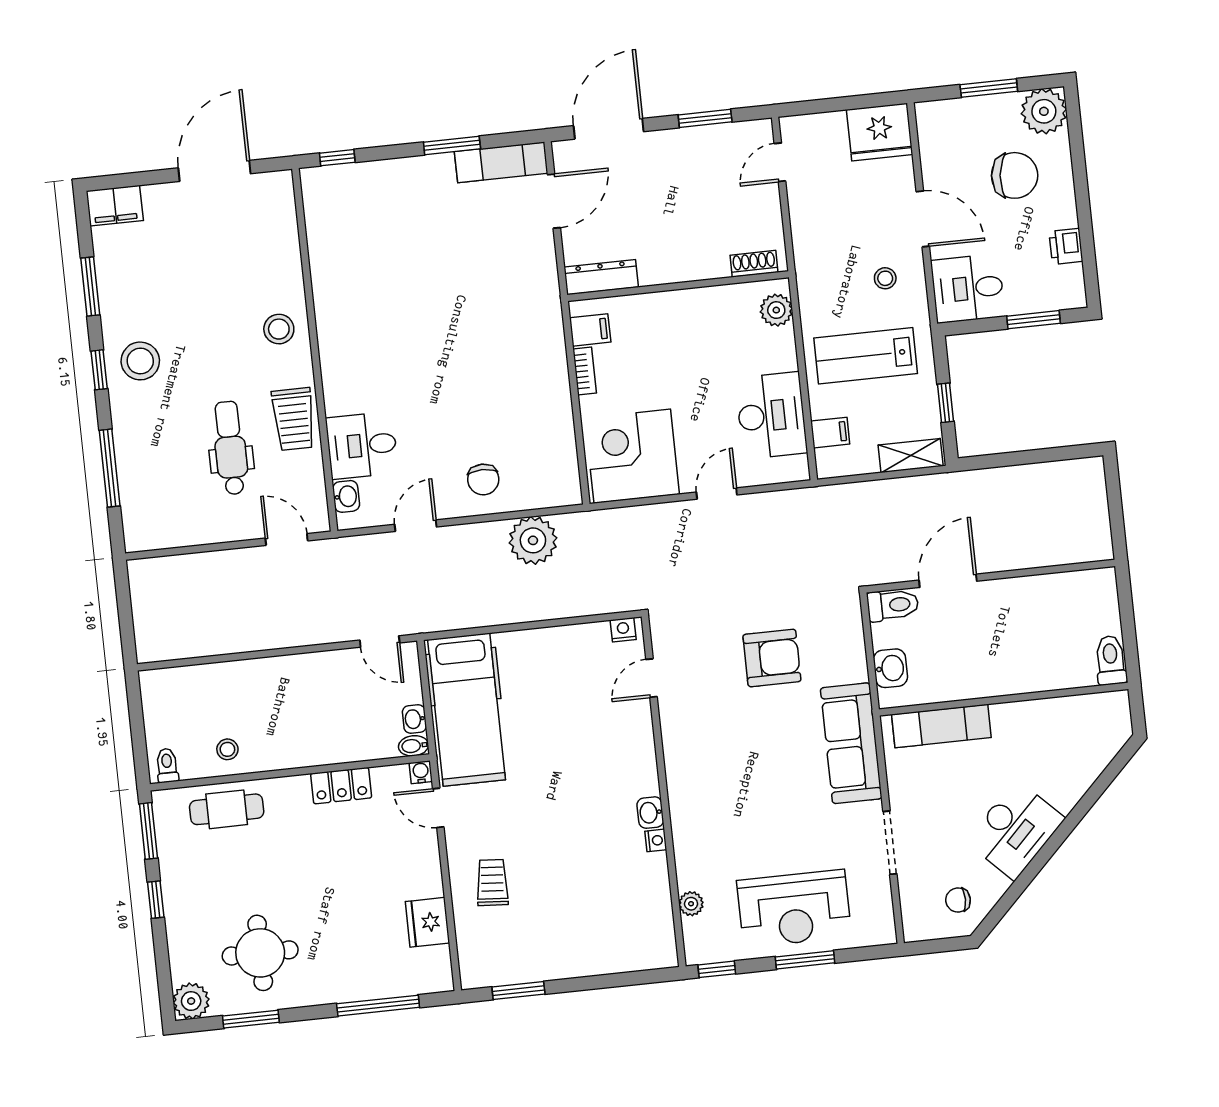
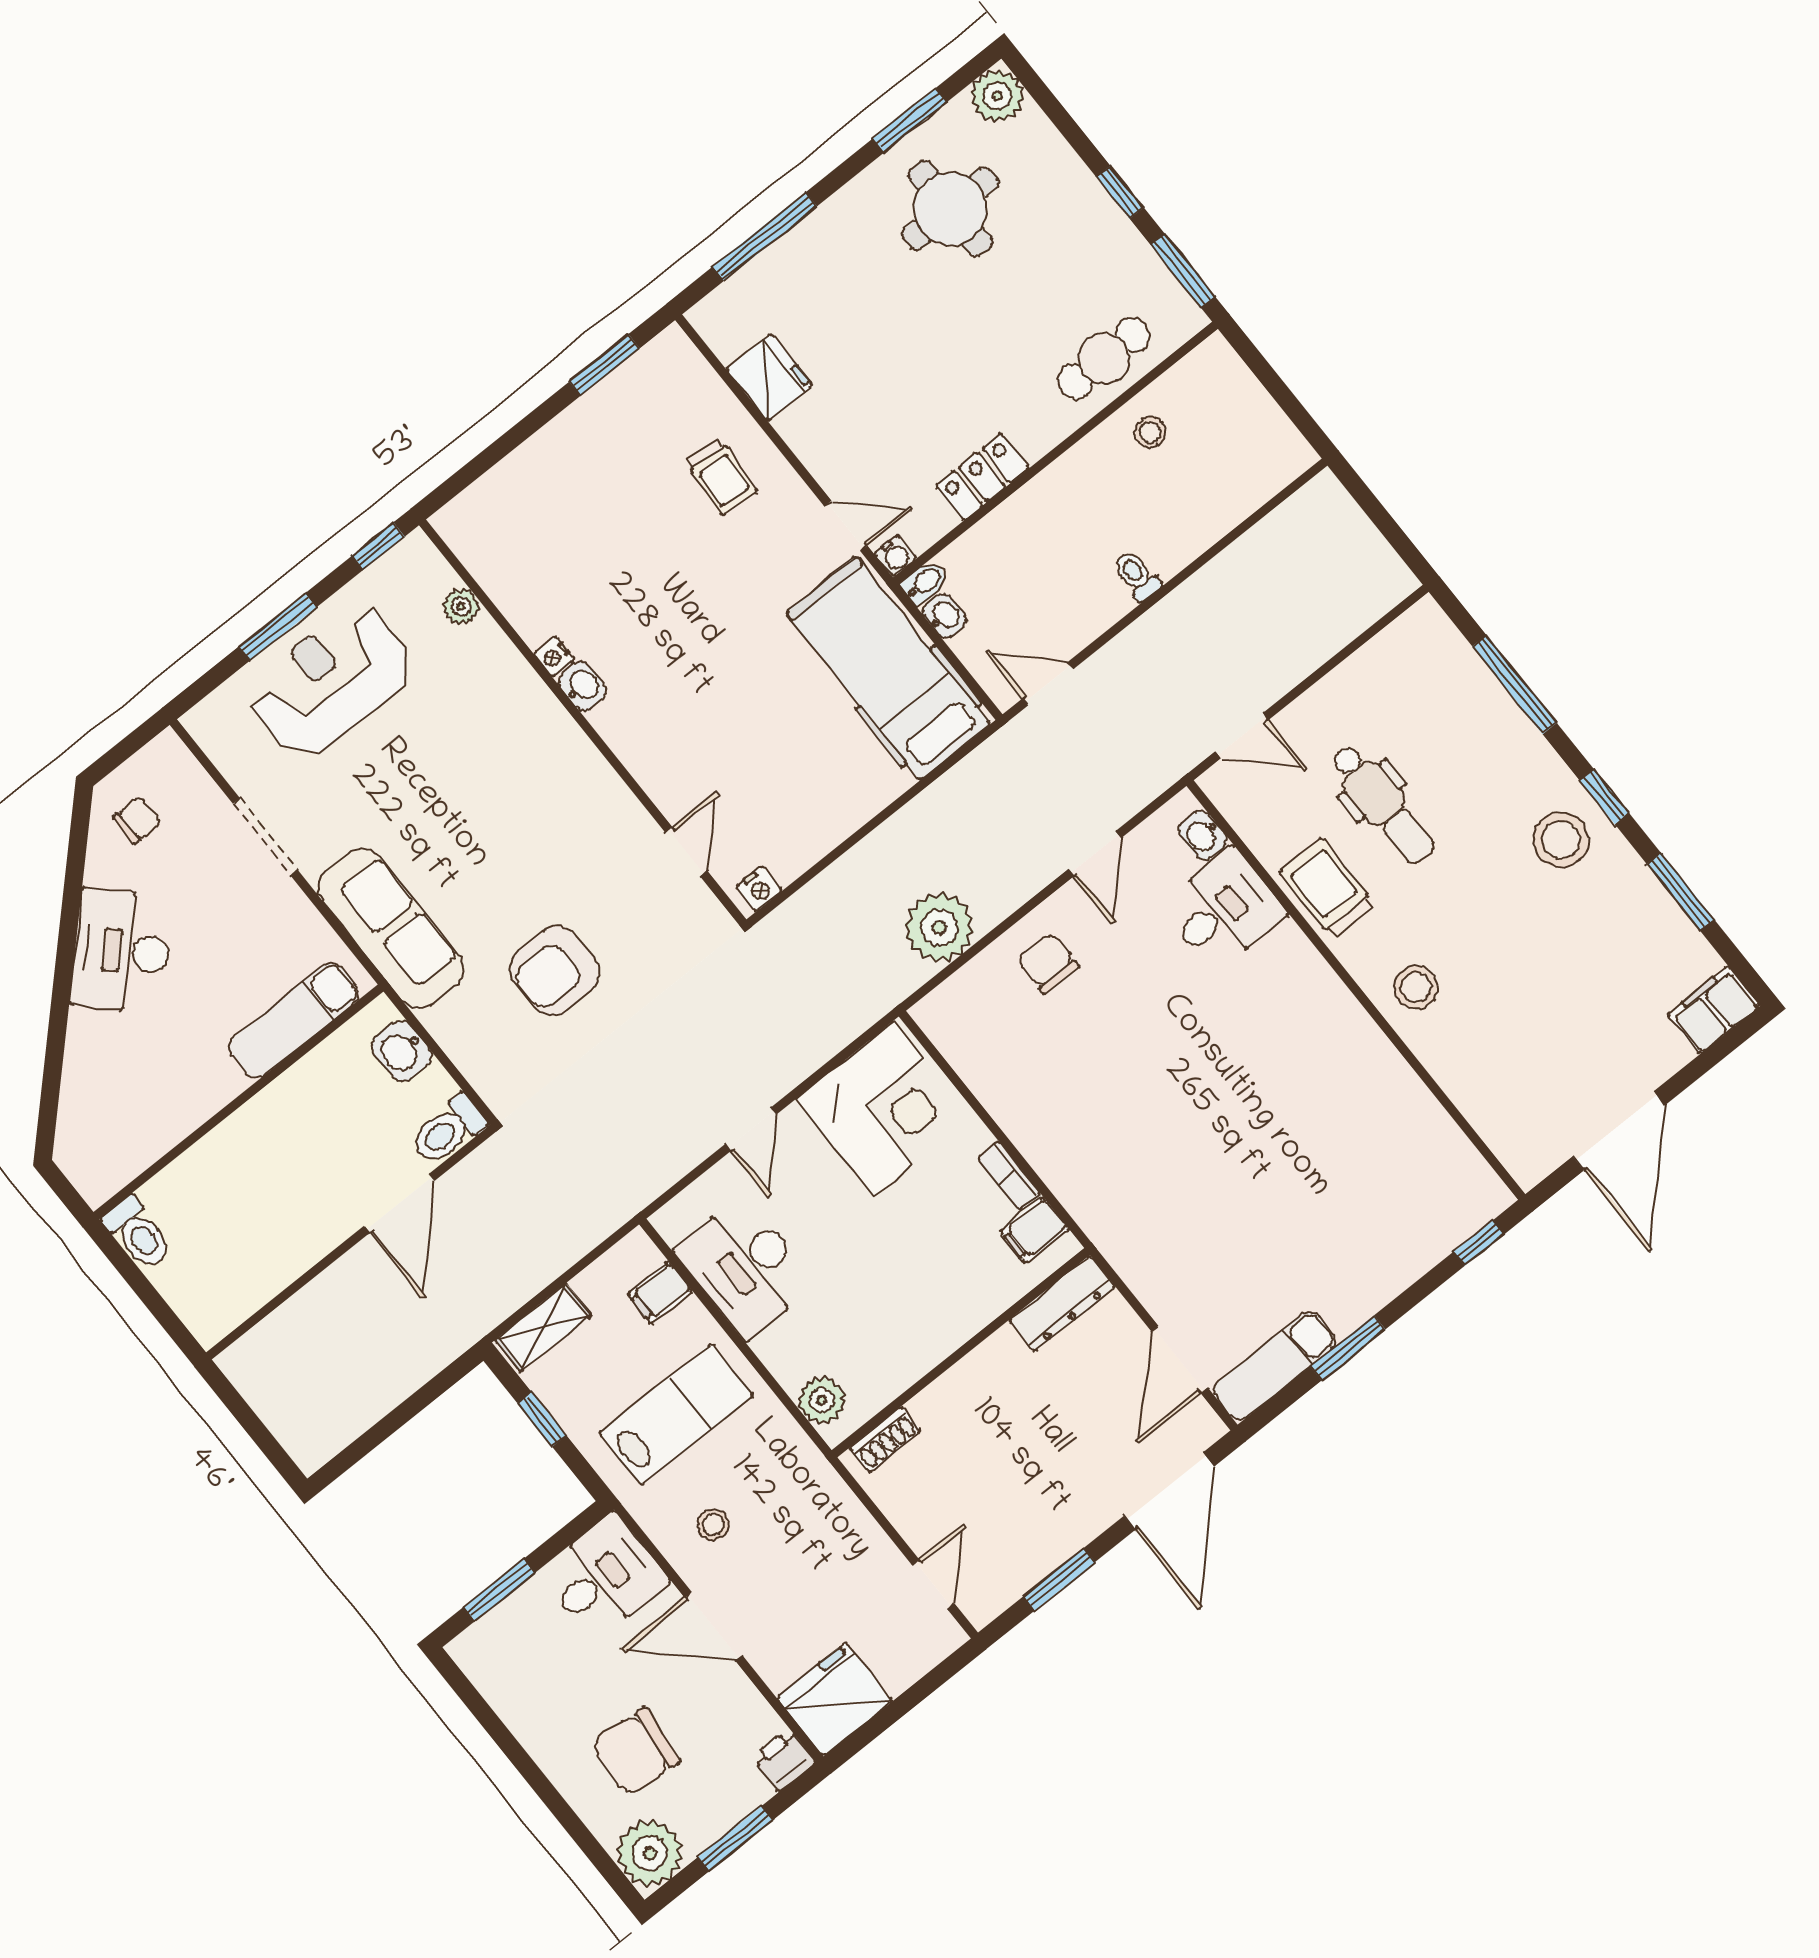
printer: (1066, 246) -> (784, 1760), moved, turned -90
toilet: (167, 765) -> (1137, 575), moved, turned 180

